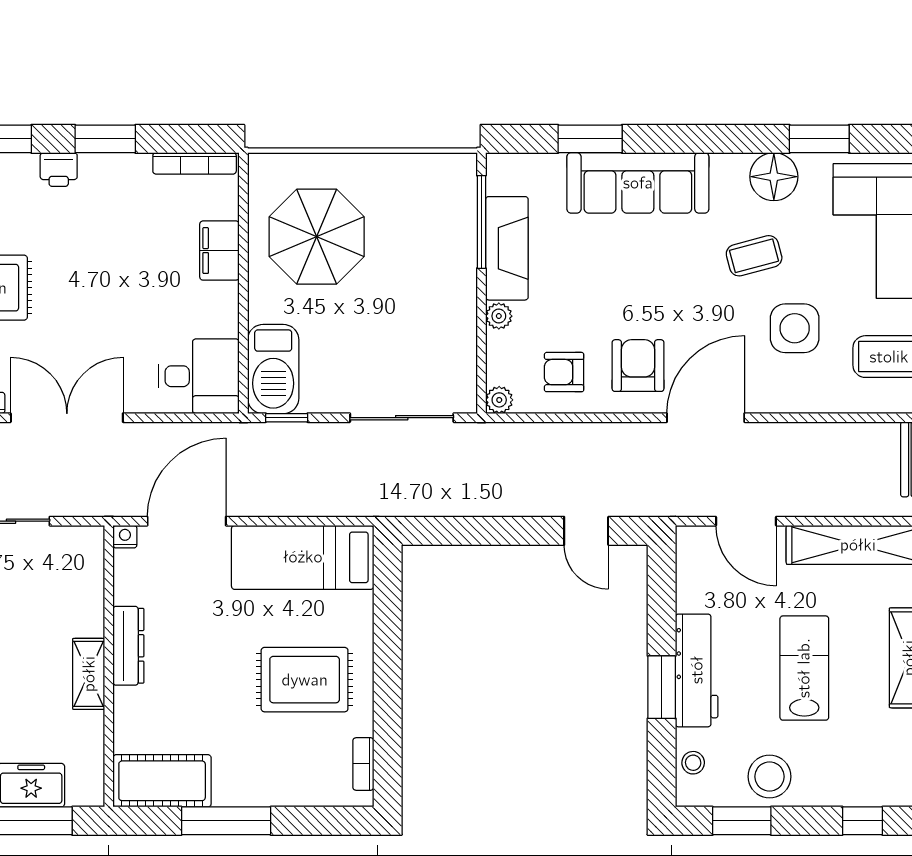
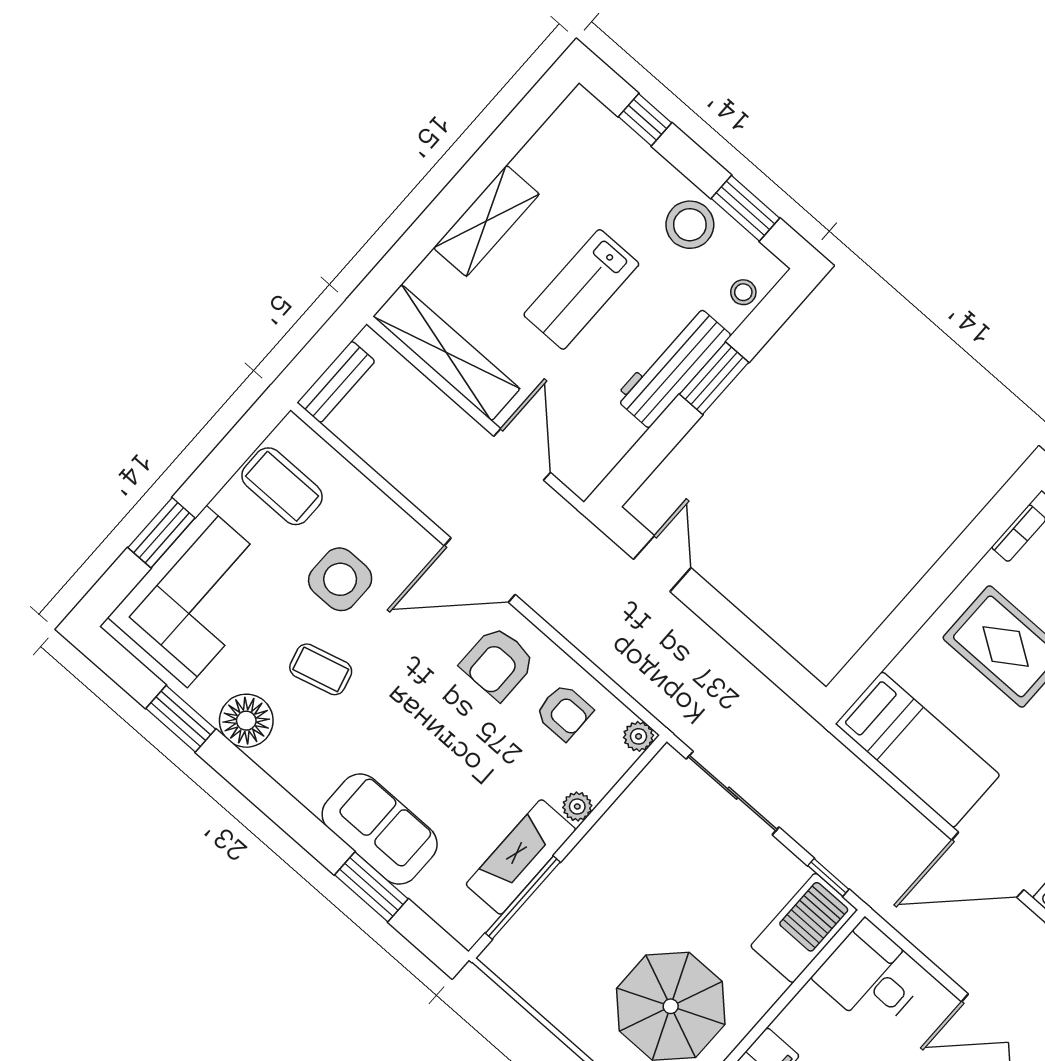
sofa: (638, 183) -> (380, 829), width x0.73

